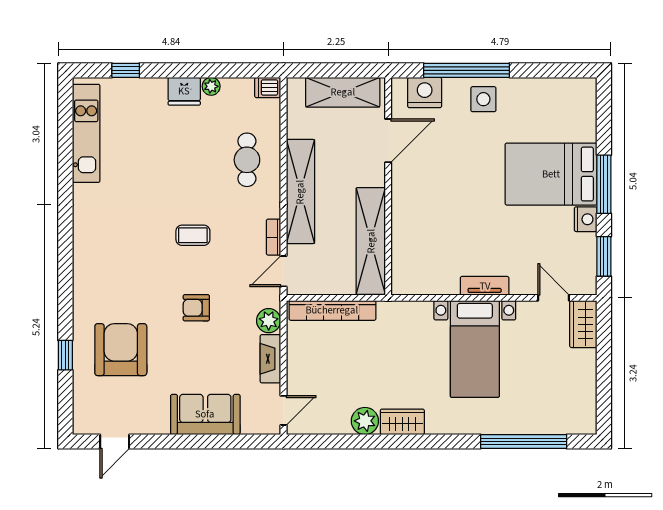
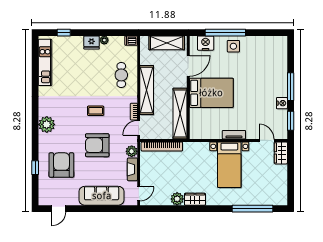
bed: (551, 174) -> (211, 93), moved, turned 180
plant: (90, 264) -> (47, 124), added
armchair: (196, 308) -> (97, 145), width x1.88, depth x1.88
sofa: (205, 414) -> (102, 196), width x1.36

